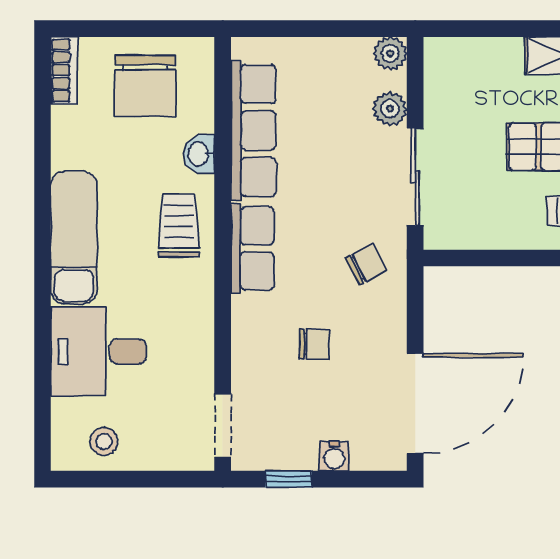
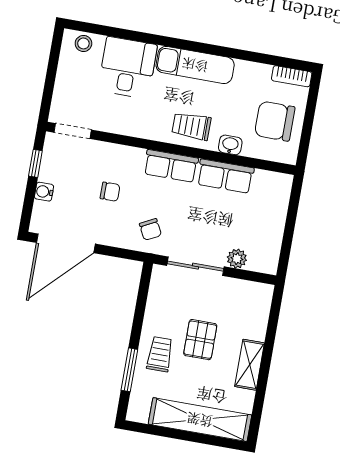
plant: (390, 53) -> (268, 264), removed
row of seats: (253, 131) -> (225, 176), width x0.68
trolley: (179, 226) -> (191, 126), turned 180
chair: (314, 344) -> (110, 192), turned -90
door: (415, 403) -> (66, 243), hinge flipped
stool: (104, 441) -> (83, 43), moved

